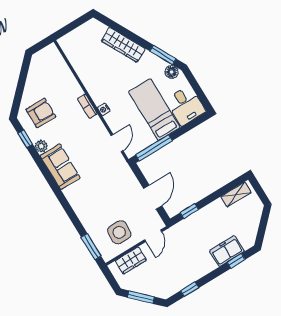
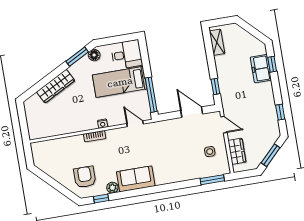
side table: (119, 232) -> (210, 152), width x0.54, depth x0.54

